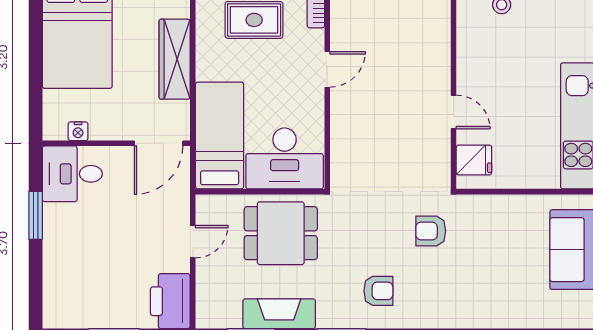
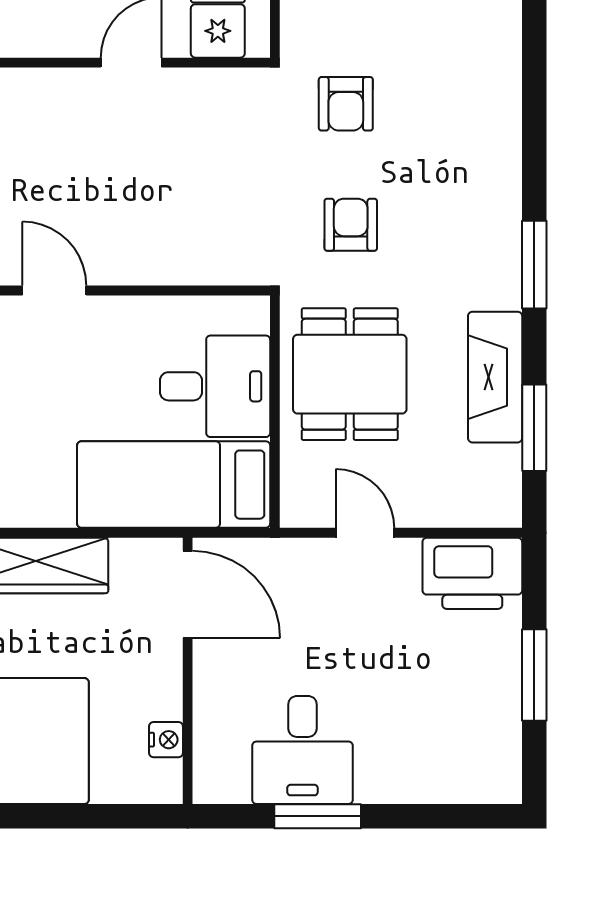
desk: (285, 158) -> (215, 386), width x0.73
desk: (72, 174) -> (302, 750), moved
armchair: (378, 291) -> (351, 225), moved

